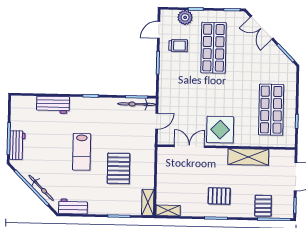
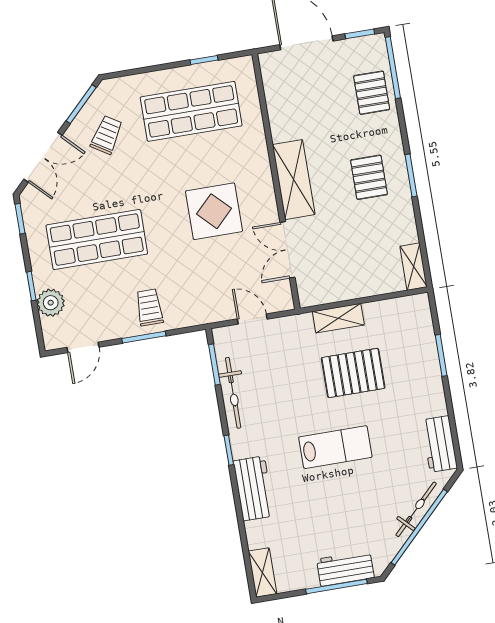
door: (159, 30) -> (83, 347), hinge flipped
trolley: (178, 46) -> (149, 307), moved
trolley: (267, 63) -> (107, 135), added
shelving: (23, 101) -> (262, 573), added
bicycle: (137, 104) -> (233, 393), moved
workbench: (53, 105) -> (254, 488), moved
display table: (220, 130) -> (214, 211), moved
shelving: (248, 157) -> (294, 180), moved
shelving: (148, 202) -> (338, 318), moved
pallet: (263, 206) -> (372, 93), turned 90

